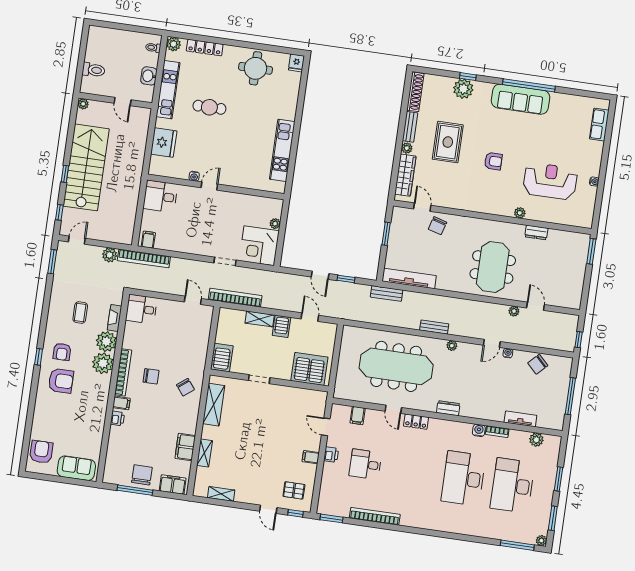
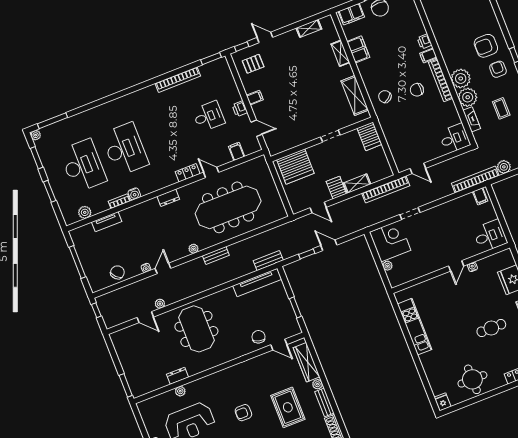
plant: (520, 213) -> (180, 391), moved

